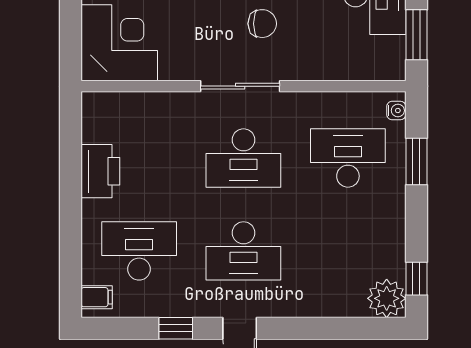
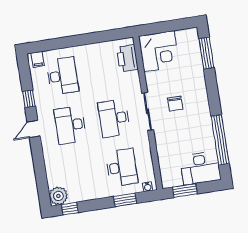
chair: (262, 24) -> (175, 103), moved
printer: (100, 171) -> (127, 58), moved, turned 90

